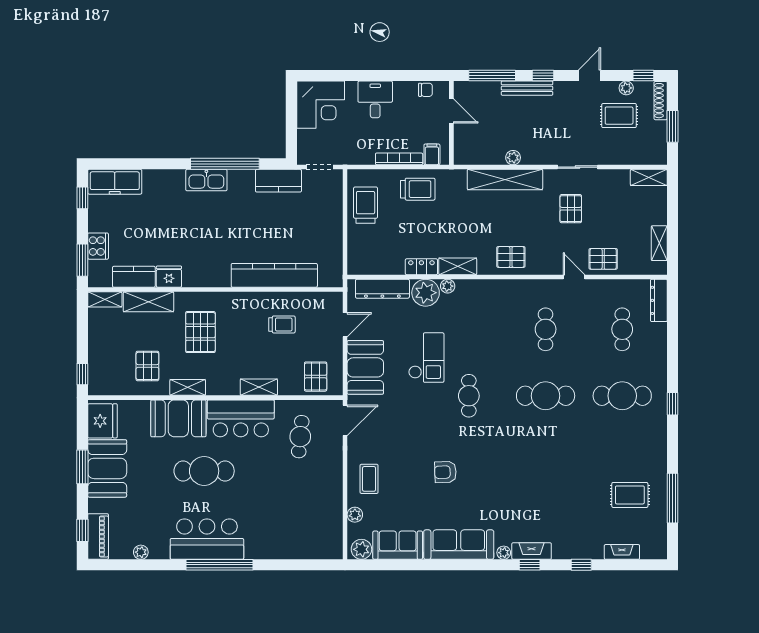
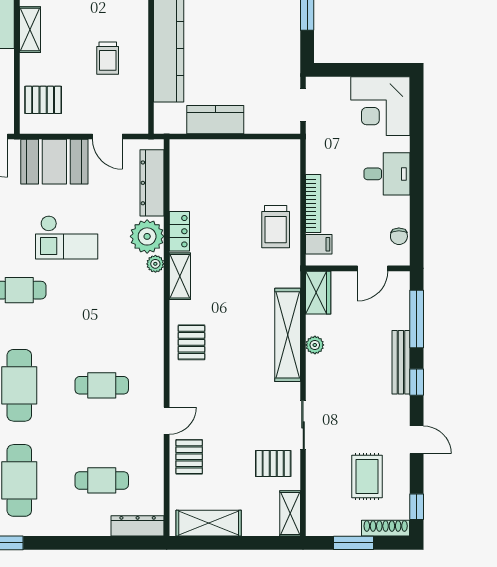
plant: (626, 88) -> (401, 485), removed
wardrobe: (471, 155) -> (318, 293), added
kitchen counter: (278, 181) -> (215, 120), moved, turned 90
trolley: (366, 205) -> (256, 162), removed
pallet: (571, 209) -> (273, 464), moved
shelving: (659, 243) -> (209, 523), width x1.50, depth x1.33

